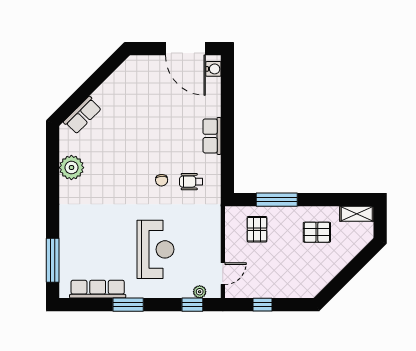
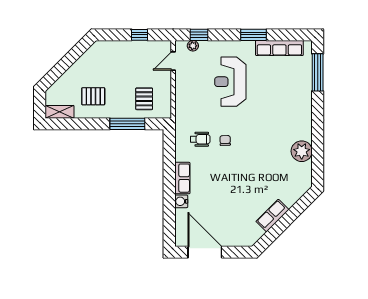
water cooler: (213, 69) -> (181, 201), moved
row of seats: (82, 115) -> (272, 216), moved

